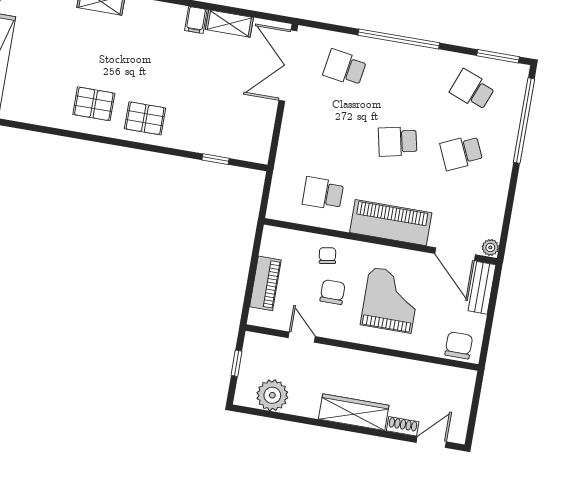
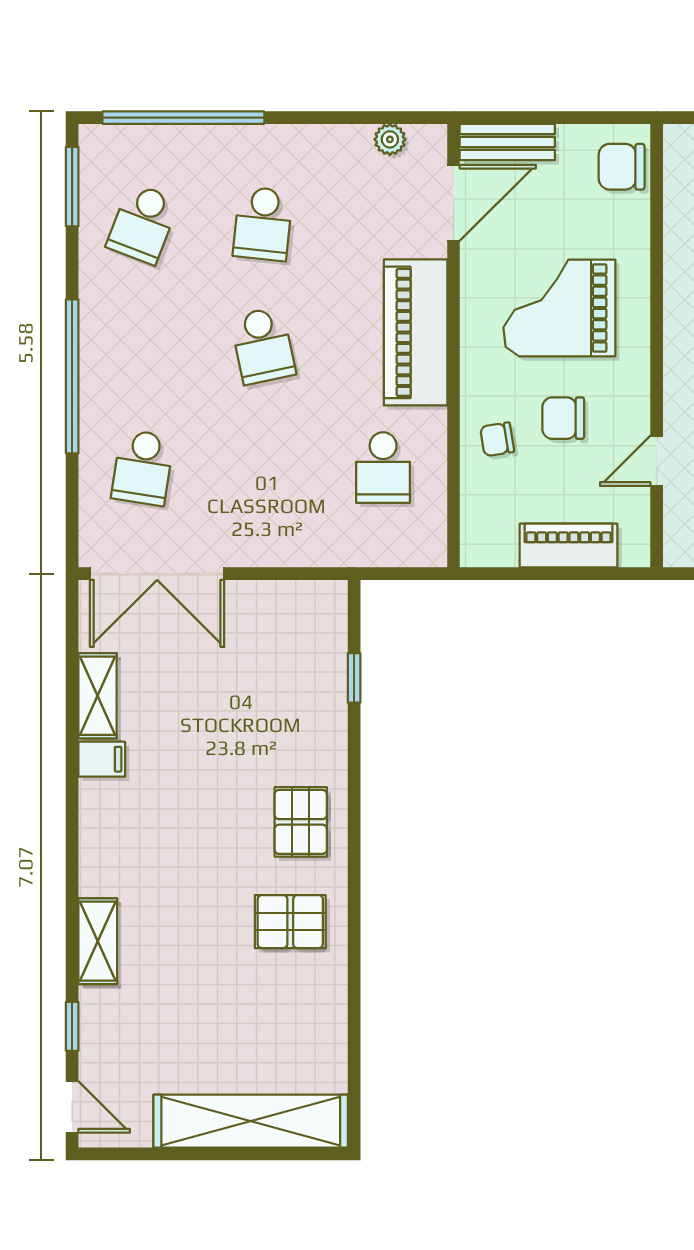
pallet: (94, 104) -> (290, 922), turned 90
school desk: (461, 153) -> (263, 224), turned 30
plant: (490, 247) -> (390, 139), moved

